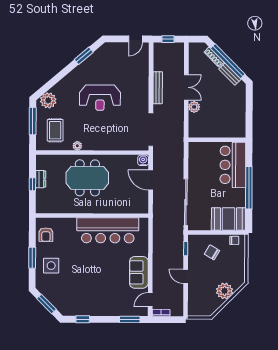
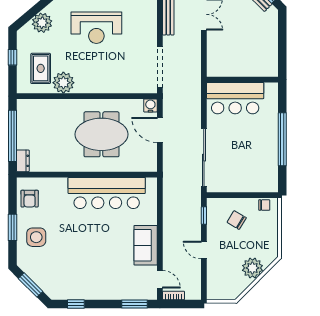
plant: (48, 100) -> (42, 23), moved
plant: (194, 107) -> (214, 39), removed
window: (33, 121) -> (13, 57), width x0.46
plant: (77, 146) -> (63, 83), width x1.88, depth x1.88
bar counter: (233, 165) -> (235, 98), moved, turned -90
meeting table: (87, 178) -> (101, 134), moved
dresser: (41, 179) -> (23, 161), moved
window: (32, 184) -> (13, 136), width x3.17
booth: (228, 219) -> (257, 178), removed
door: (150, 300) -> (160, 279), swing flipped

